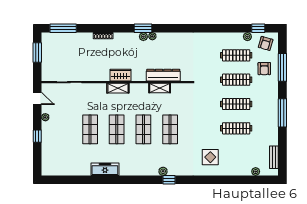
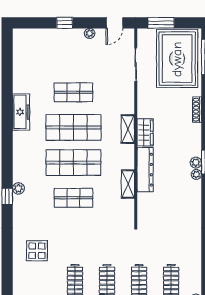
rug: (64, 51) -> (177, 59), added
window: (37, 52) -> (161, 23), moved
dresser: (163, 75) -> (145, 170), moved
shop shelf: (117, 129) -> (73, 127), width x1.43, depth x1.36
shop shelf: (143, 129) -> (73, 163), width x1.43, depth x1.36

